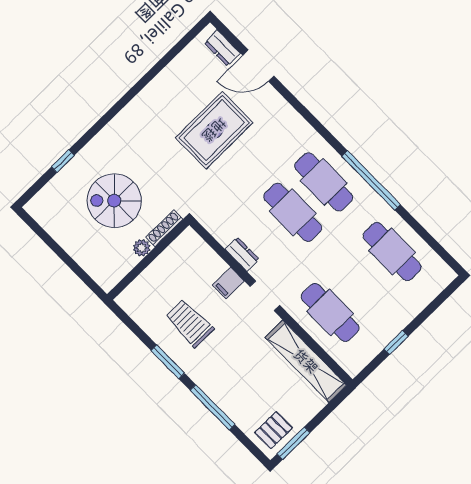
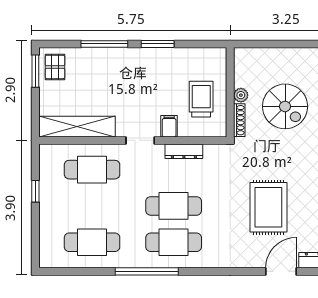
spiral stairs: (114, 201) -> (285, 106), turned 90
dresser: (242, 254) -> (184, 151), width x1.44
trolley: (190, 323) -> (201, 99), moved, turned -90

